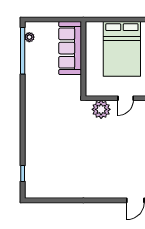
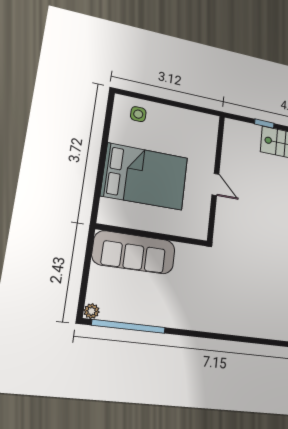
plant: (29, 37) -> (92, 311), moved
plant: (101, 109) -> (227, 221), removed

